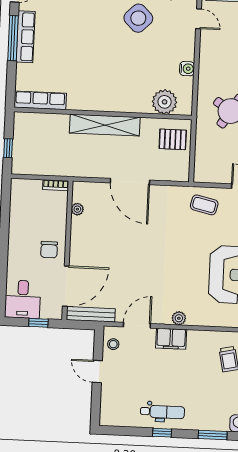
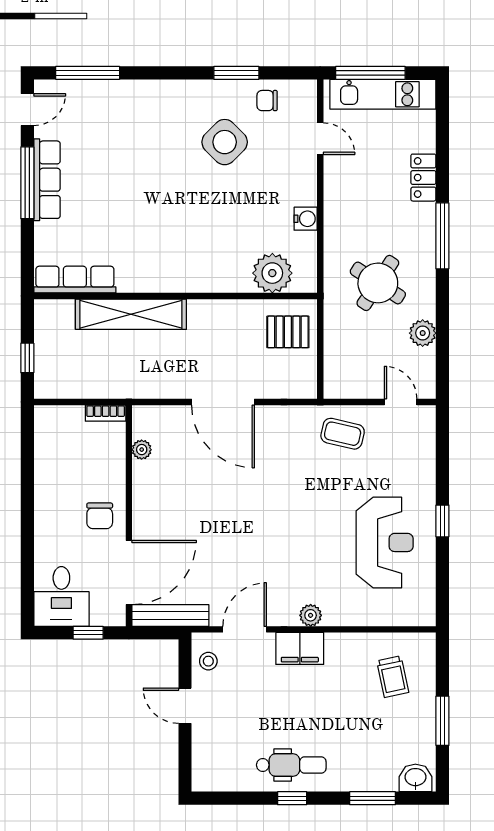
shelving: (105, 125) -> (131, 314), moved

